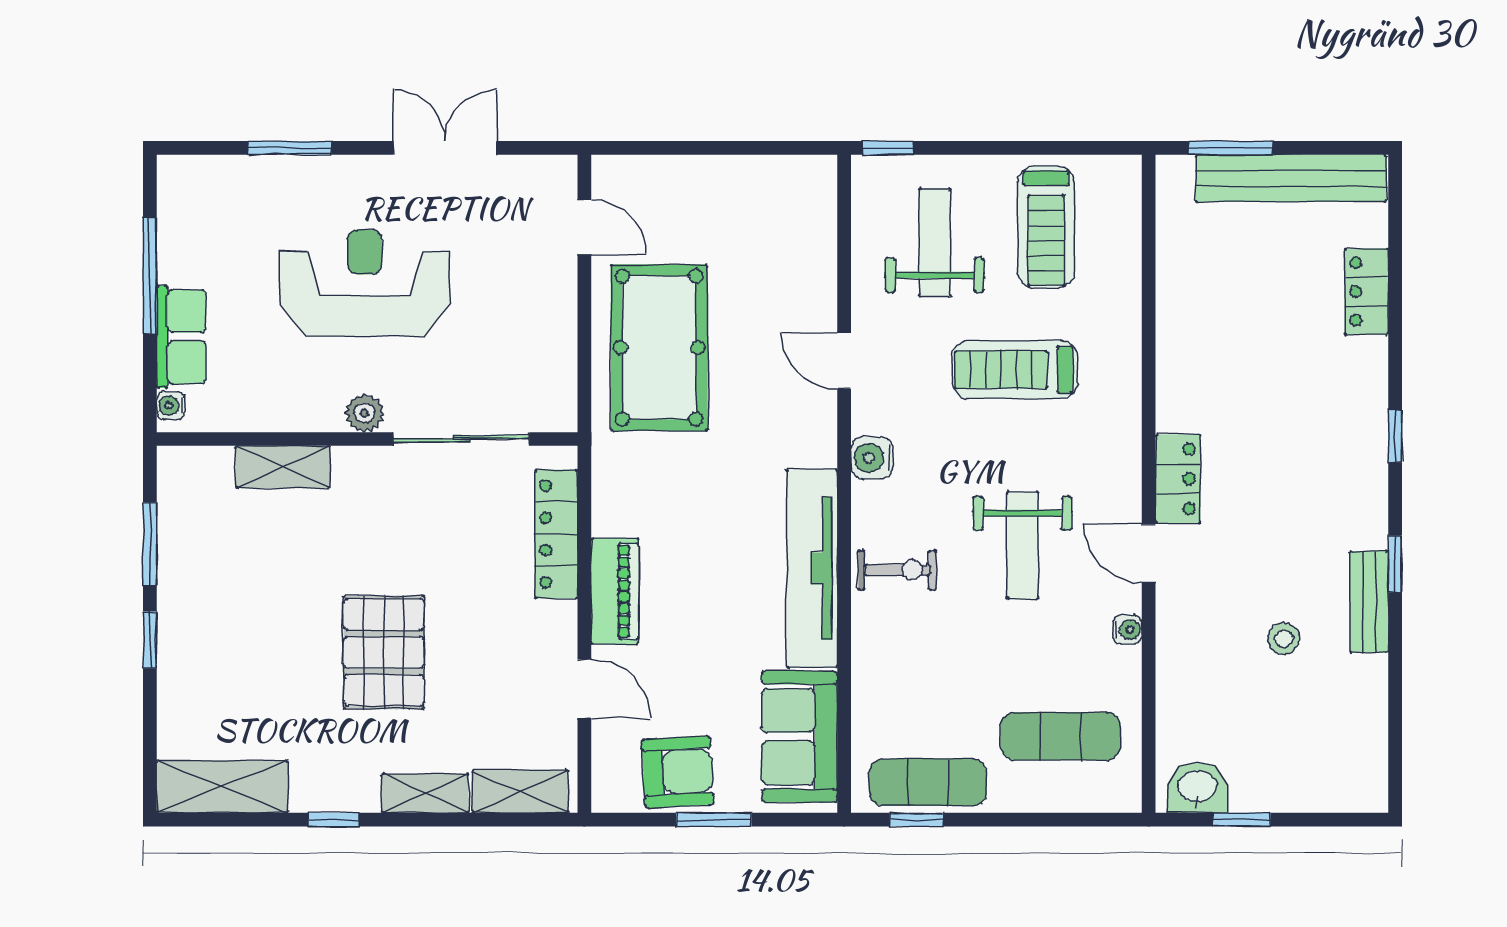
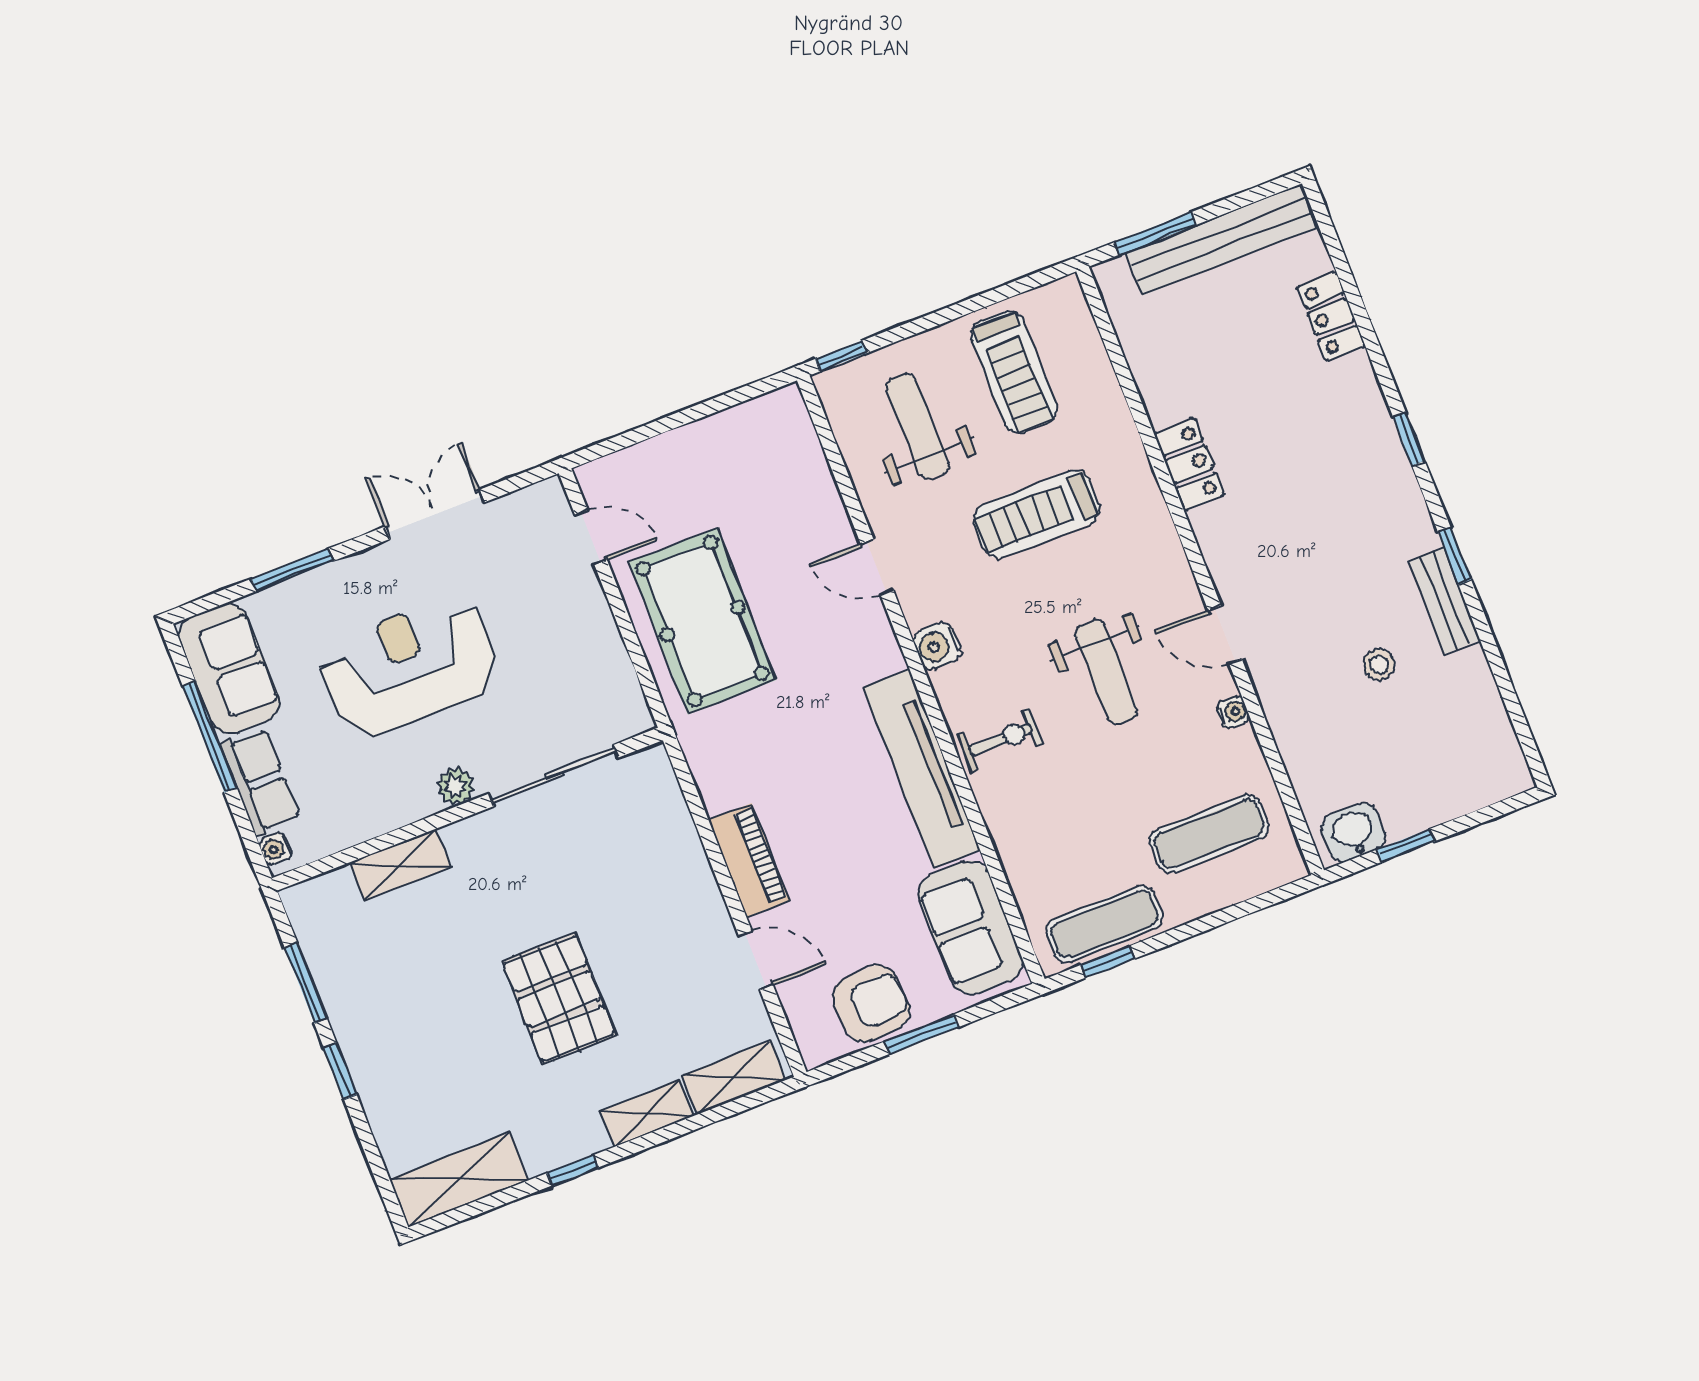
sofa: (193, 218) -> (229, 669), added
locker: (1178, 479) -> (1189, 464), moved
locker: (556, 534) -> (675, 829), removed

